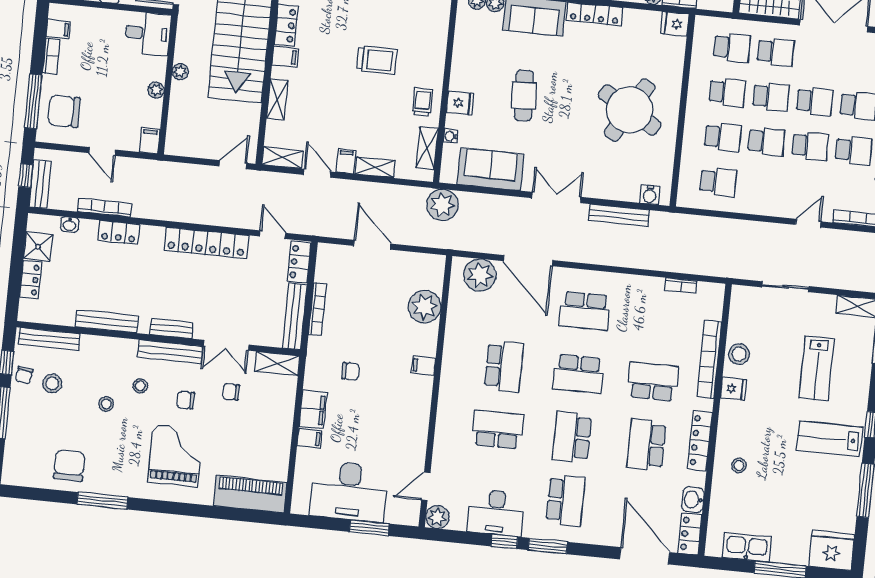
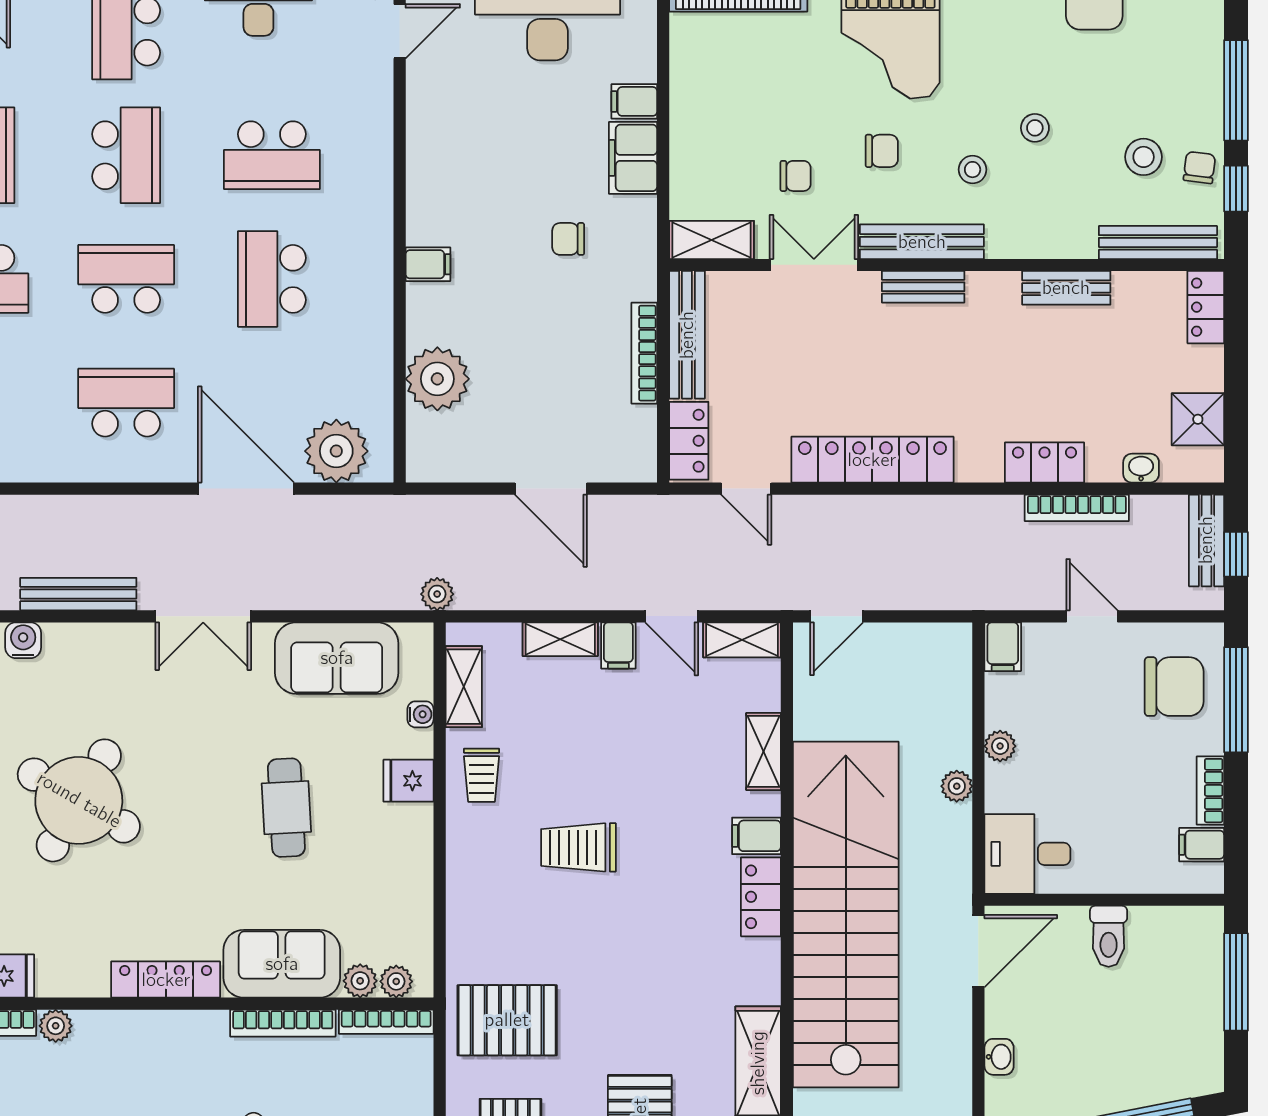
plant: (442, 205) -> (437, 594), width x0.53, depth x0.53
locker: (31, 280) -> (1206, 307), moved
bench: (107, 321) -> (1066, 288), width x0.73

